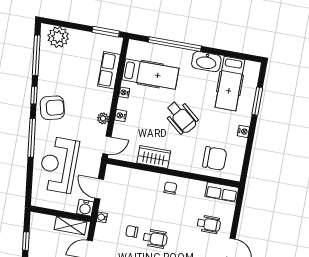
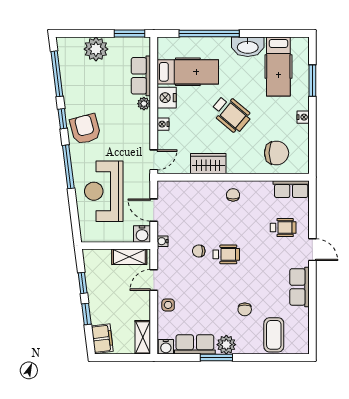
plant: (58, 37) -> (96, 49), moved
nightstand: (124, 92) -> (167, 98), width x1.89, depth x1.79
armchair: (52, 108) -> (85, 129), turned -91
plant: (103, 118) -> (144, 104), moved

